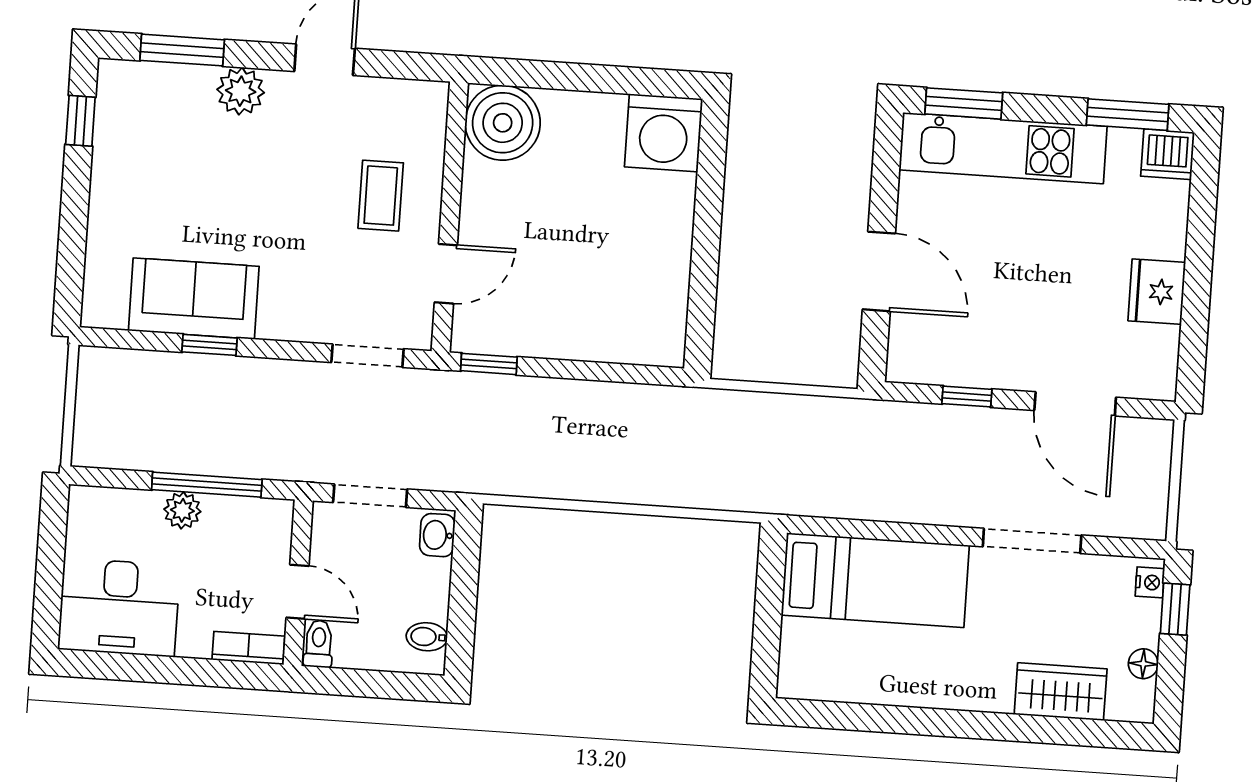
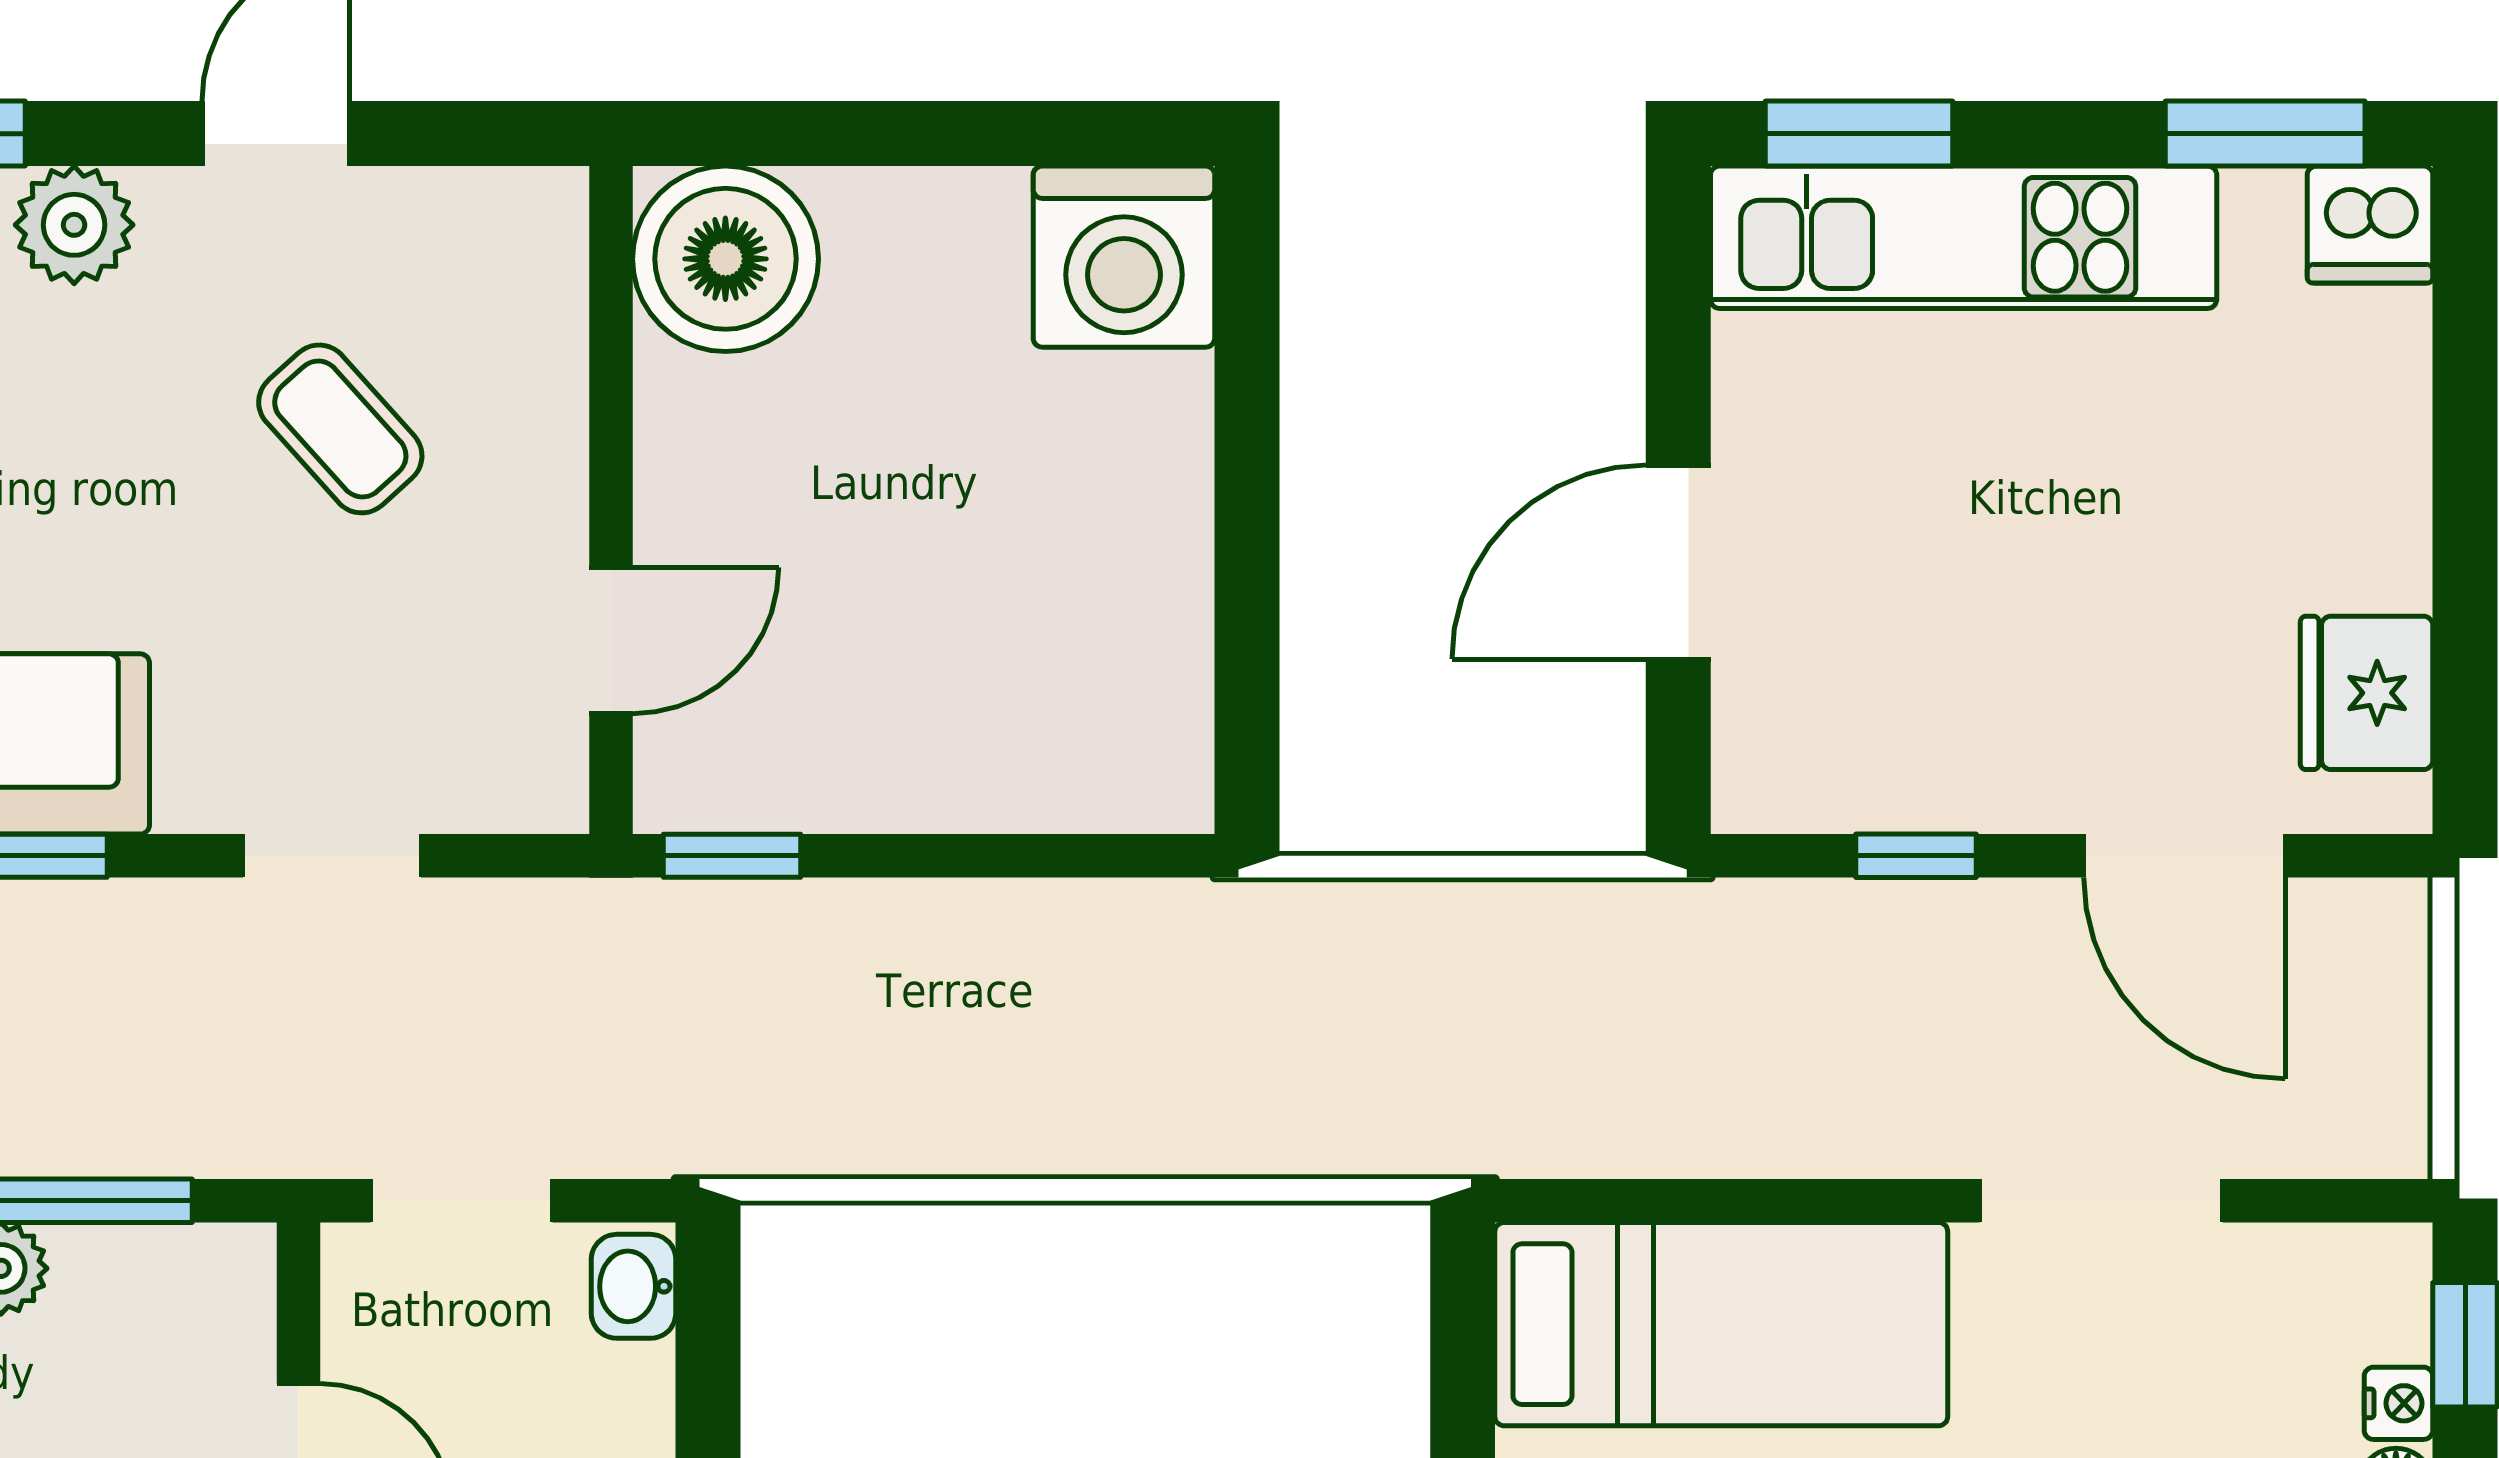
coffee table: (381, 196) -> (340, 429), moved, turned -42
door: (879, 271) -> (1678, 562), swing flipped
fridge: (1157, 292) -> (2367, 693), moved
doorway: (368, 356) -> (332, 856), moved
nightstand: (1150, 582) -> (2399, 1403), moved

